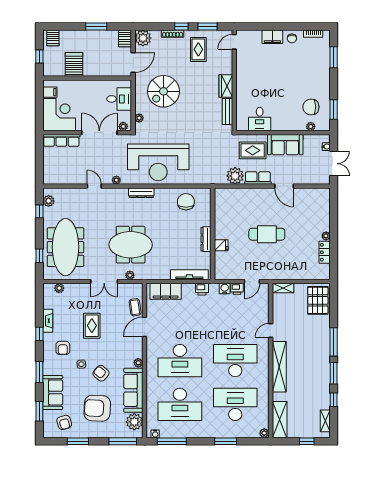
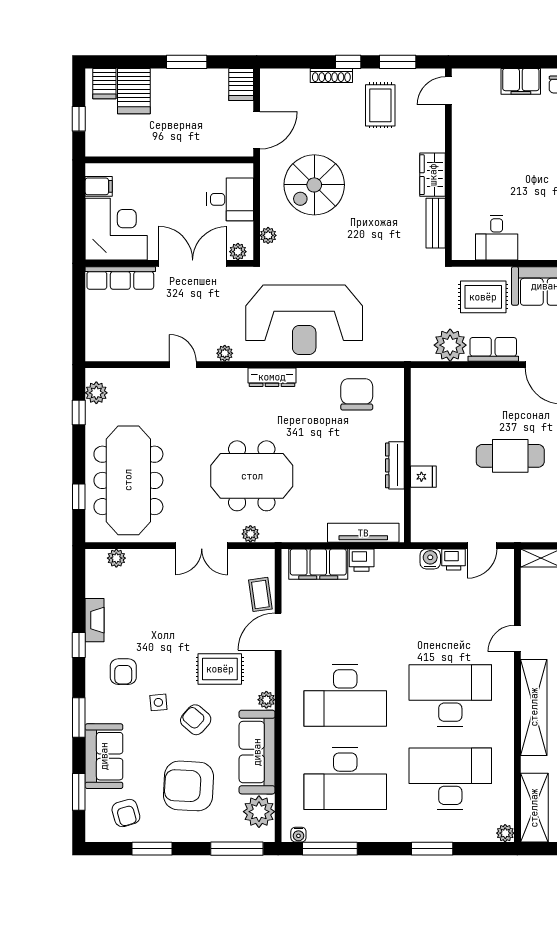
plant: (143, 38) -> (275, 84), removed
server rack: (74, 64) -> (134, 91), moved, turned 180
printer: (202, 289) -> (362, 560), moved
rug: (92, 326) -> (220, 669), moved, turned 90

